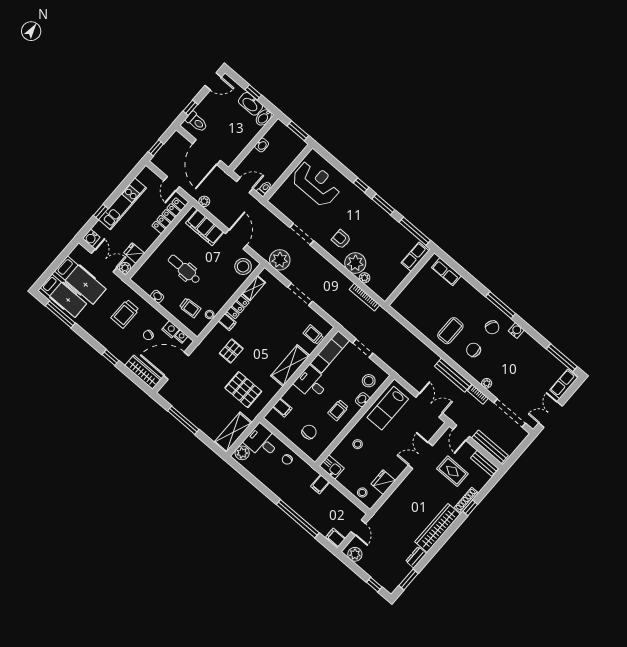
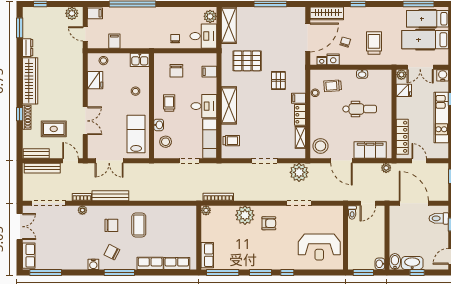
washbasin: (262, 145) -> (380, 264), moved
plant: (364, 278) -> (206, 210), moved
row of seats: (468, 291) -> (150, 263), added
filing cabinet: (320, 484) -> (114, 41), moved

